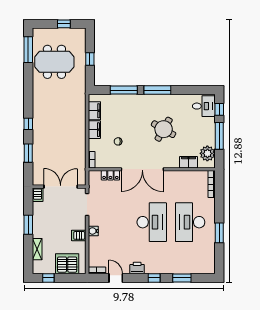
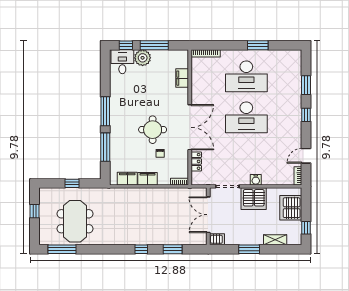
round table: (164, 129) -> (153, 130), moved, turned -30
plant: (207, 153) -> (143, 58), moved
desk: (152, 222) -> (246, 117), turned 180
server rack: (79, 235) -> (254, 199), width x2.18, depth x1.44
printer: (137, 268) -> (295, 133), removed

